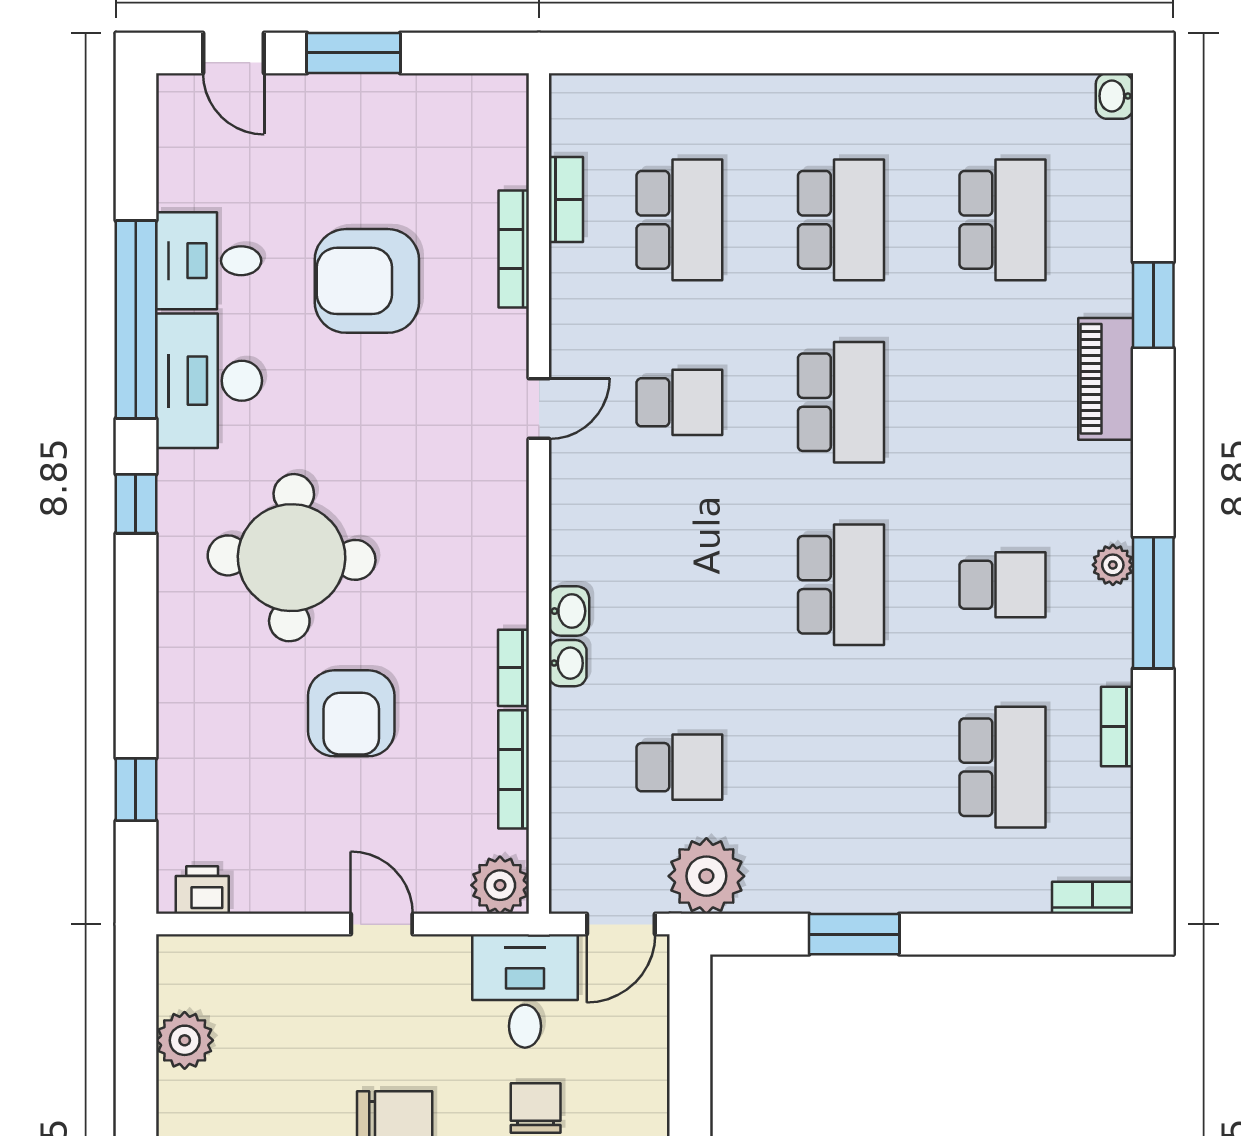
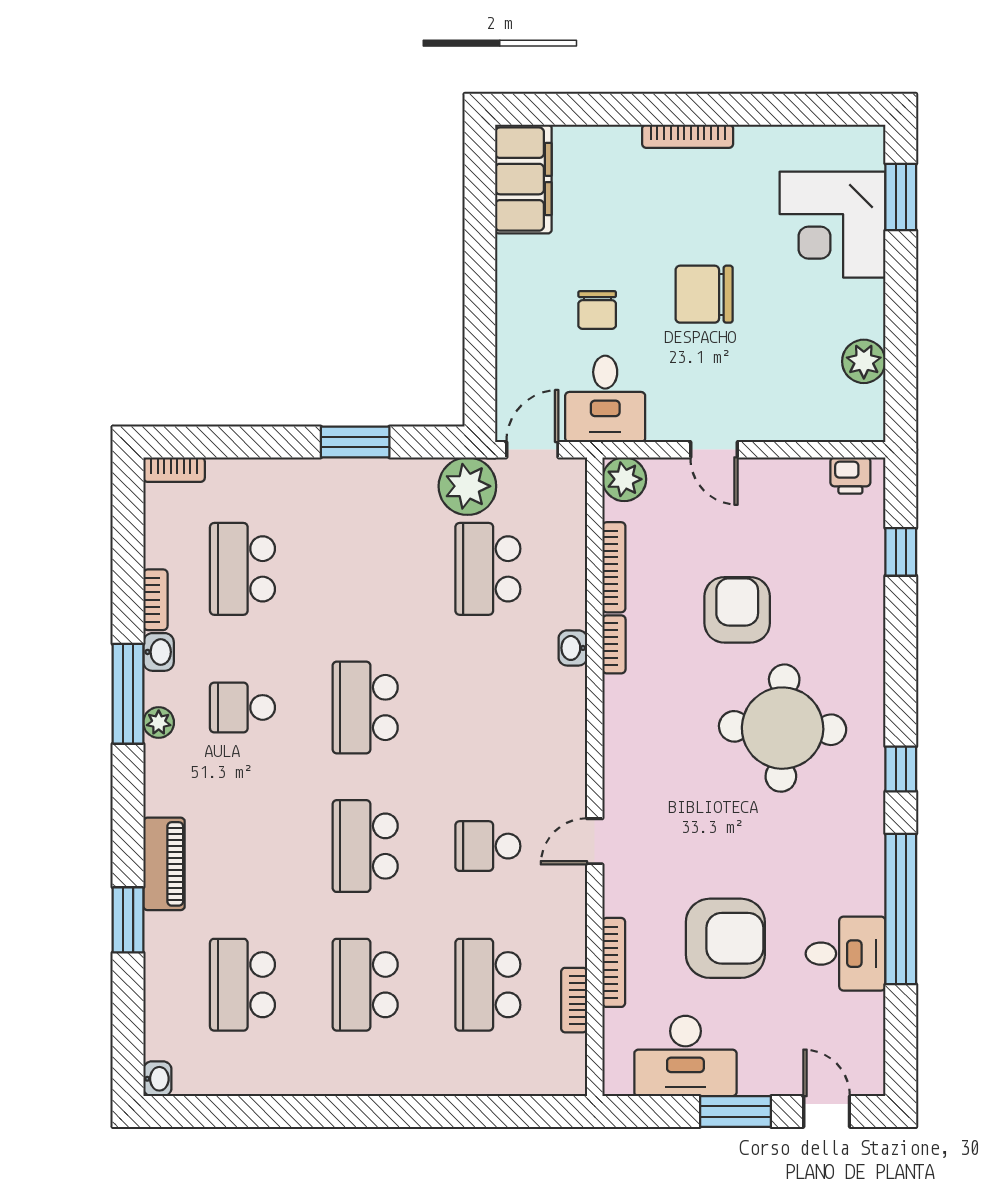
desk: (209, 381) -> (685, 1056), moved, turned 90
washbasin: (569, 611) -> (159, 652), moved, turned 180
school desk: (679, 767) -> (488, 569), width x1.85

